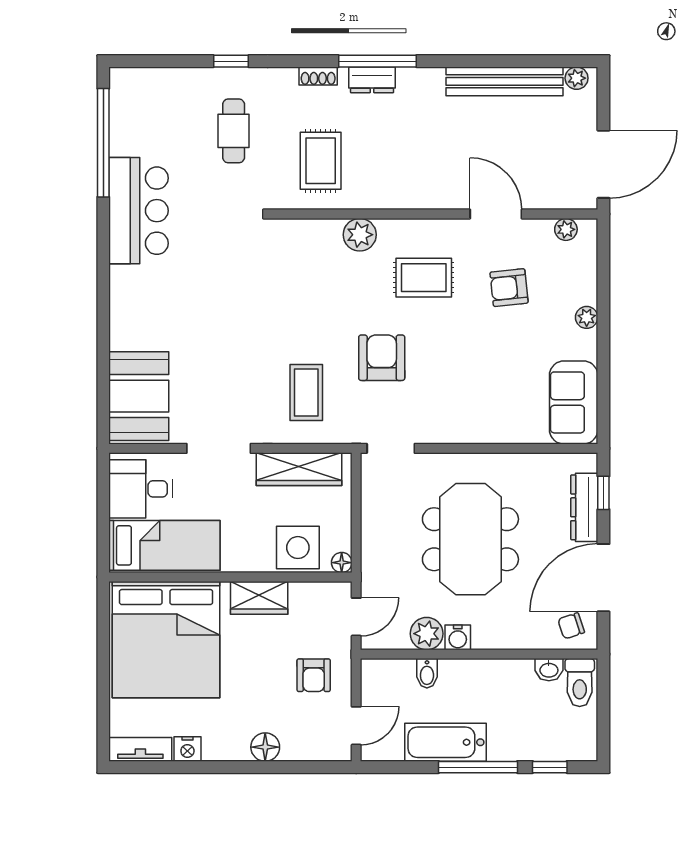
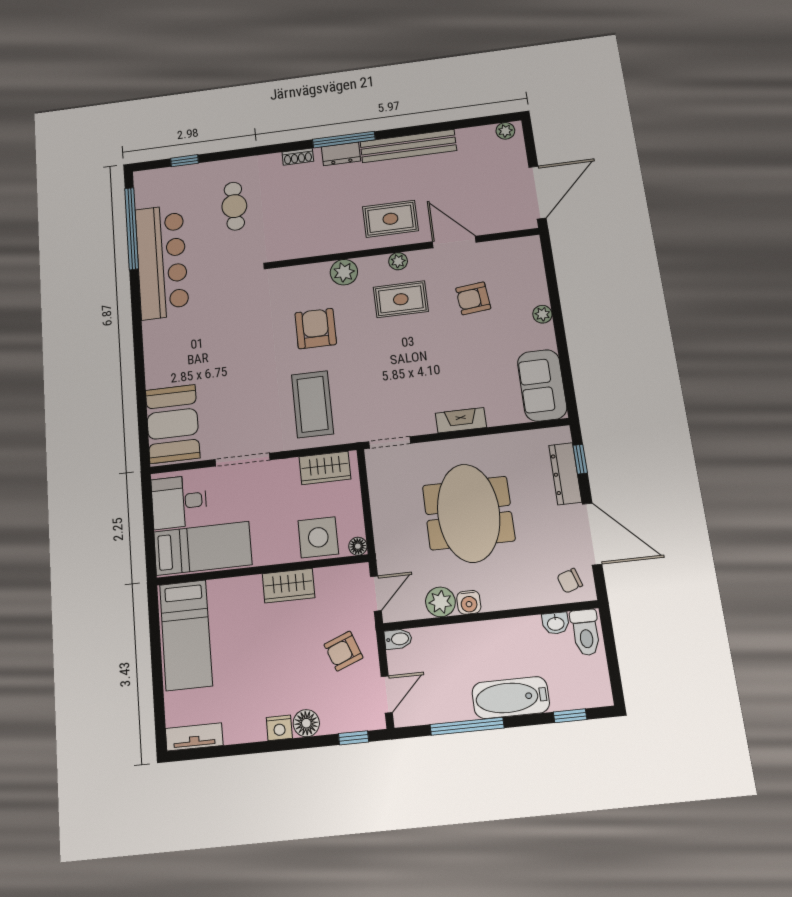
window: (231, 61) -> (184, 161), moved
bench: (505, 81) -> (408, 146), moved
rug: (321, 161) -> (390, 219), moved, turned 90
bar counter: (139, 211) -> (162, 261), width x1.36
plant: (566, 229) -> (398, 261), moved
armchair: (382, 358) -> (316, 329), moved
coffee table: (306, 392) -> (313, 404), width x1.36, depth x1.32
fireplace: (476, 432) -> (461, 420), added
wardrobe: (299, 469) -> (325, 468), width x0.67
door: (603, 578) -> (592, 534), swing flipped
bed: (166, 640) -> (186, 635), width x0.49
bidet: (427, 673) -> (398, 639), moved, turned -90
armchair: (314, 675) -> (343, 651), turned 69
bathtub: (445, 742) -> (511, 698), moved
nightstand: (187, 749) -> (279, 728), moved
window: (315, 767) -> (354, 738), added
window: (478, 767) -> (467, 726), moved

